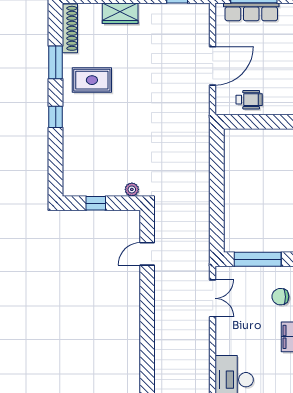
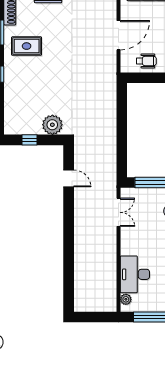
plant: (132, 189) -> (52, 125), width x1.88, depth x1.88
door: (147, 254) -> (69, 178), swing flipped

